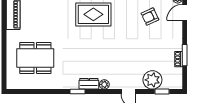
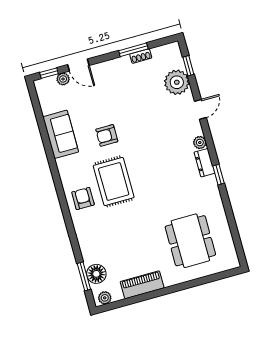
armchair: (150, 17) -> (107, 135), moved, turned 115

